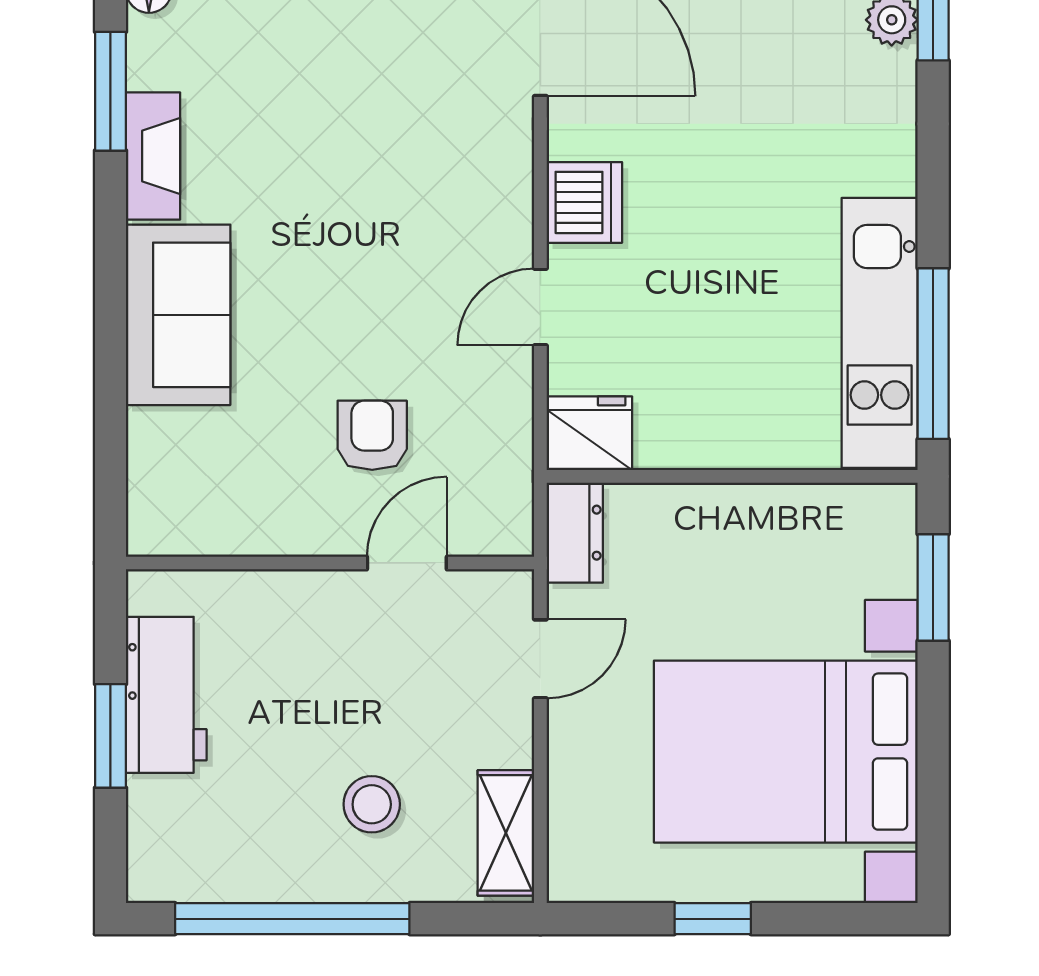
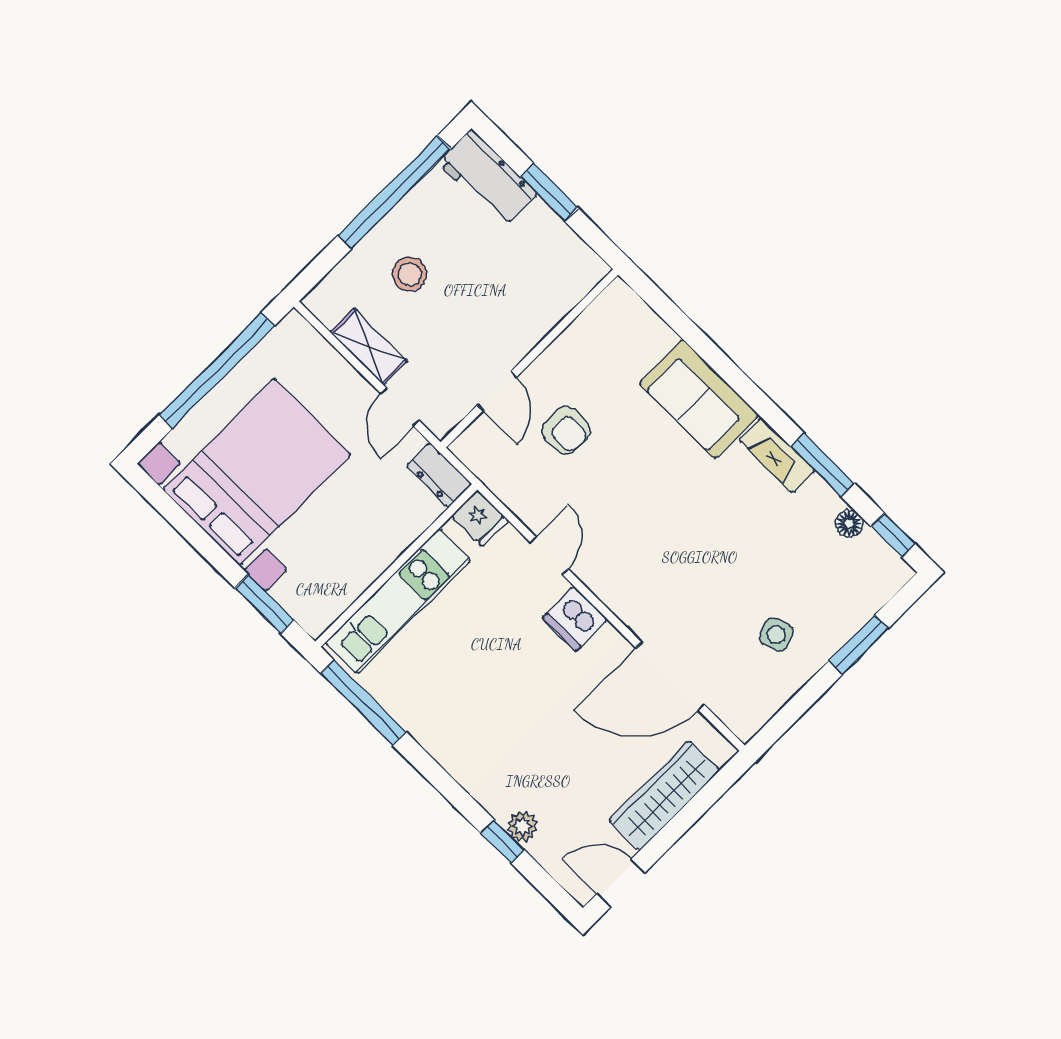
kitchen unit: (880, 333) -> (398, 601), moved, turned 90
fridge: (589, 433) -> (480, 518), width x0.72
workbench: (166, 695) -> (487, 178), moved
shelving: (506, 833) -> (369, 347), moved
window: (713, 919) -> (217, 370), width x3.17

